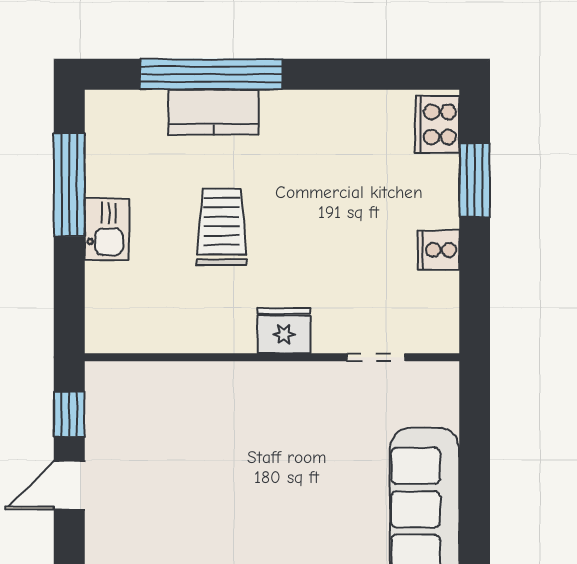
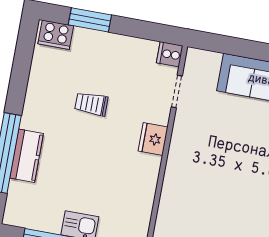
trolley: (222, 227) -> (91, 104), moved, width x0.73, depth x0.72
cooker: (439, 250) -> (170, 54), moved, turned 90

